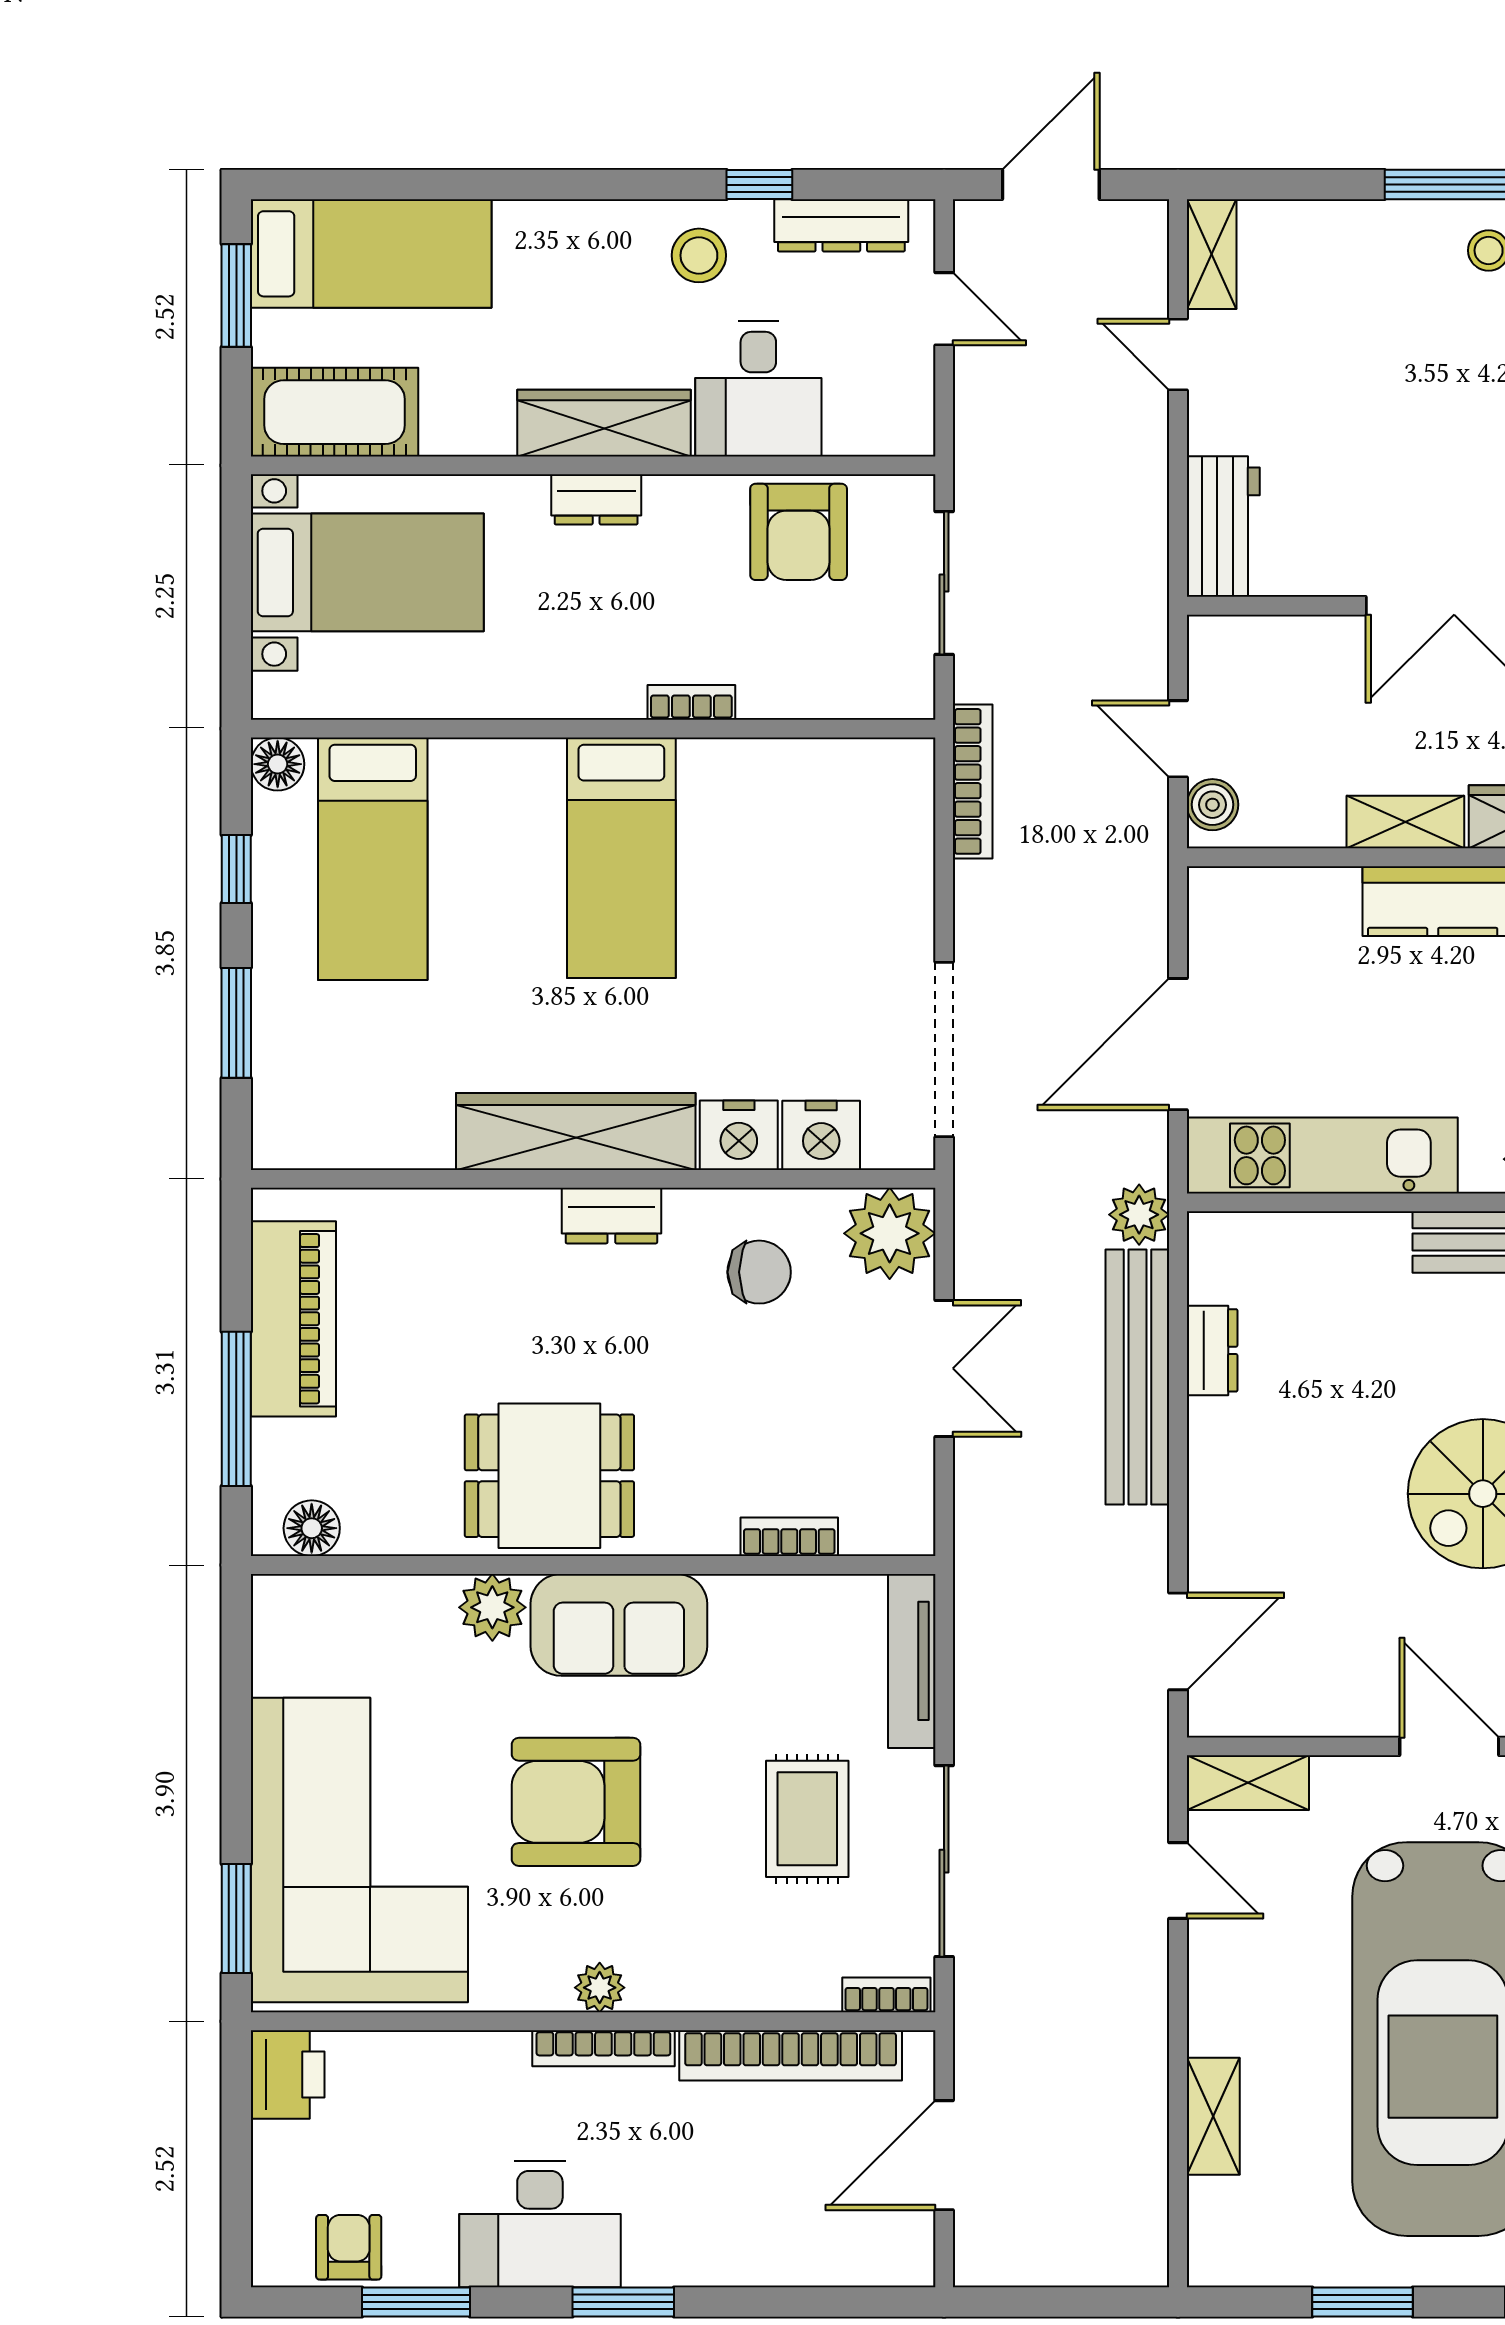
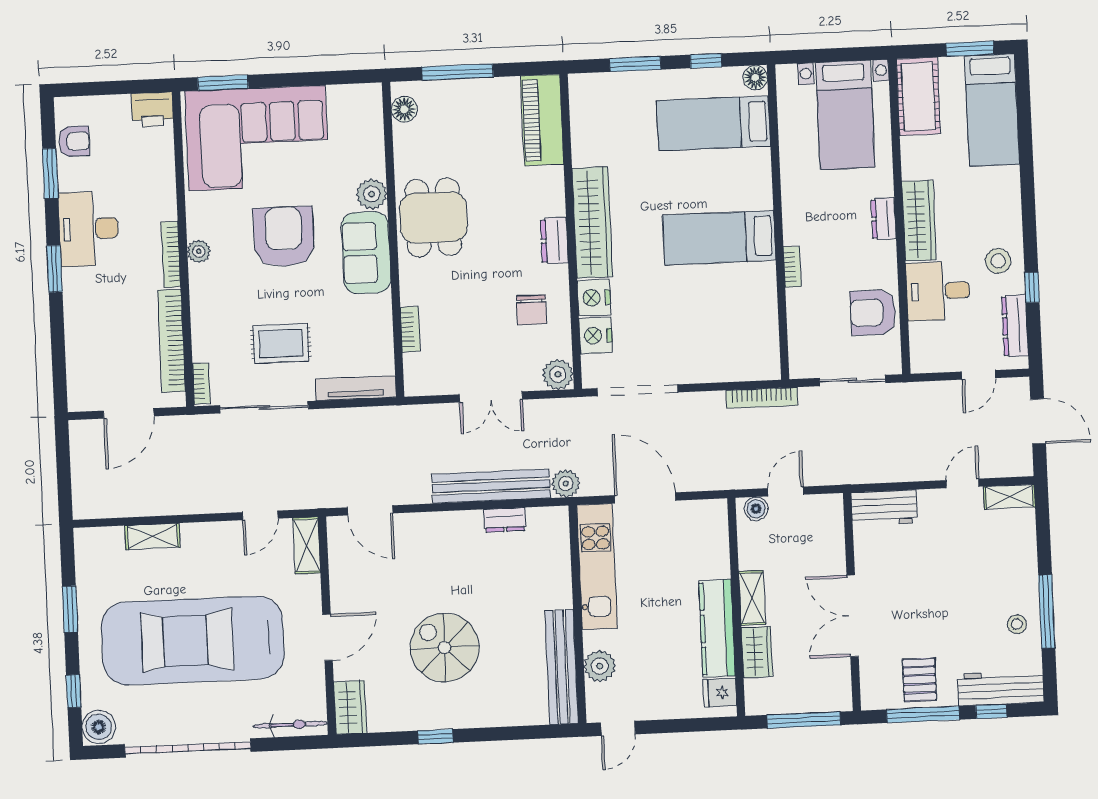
plant: (890, 1233) -> (558, 374), width x0.73, depth x0.73
piano: (293, 1319) -> (542, 120), moved, turned 90
door: (944, 2155) -> (129, 413), swing flipped

